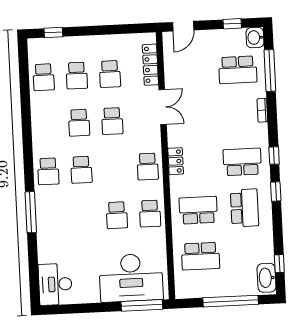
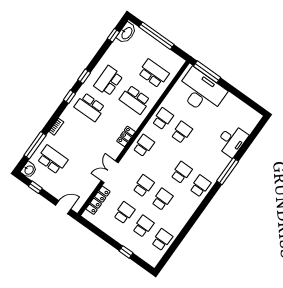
window: (53, 33) -> (126, 252), moved
desk: (55, 284) -> (232, 140), moved

